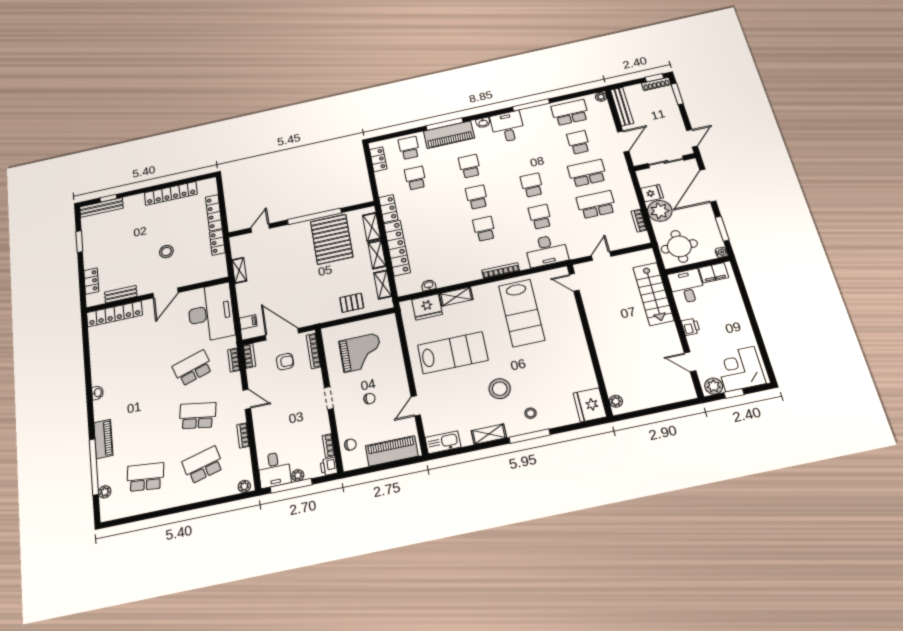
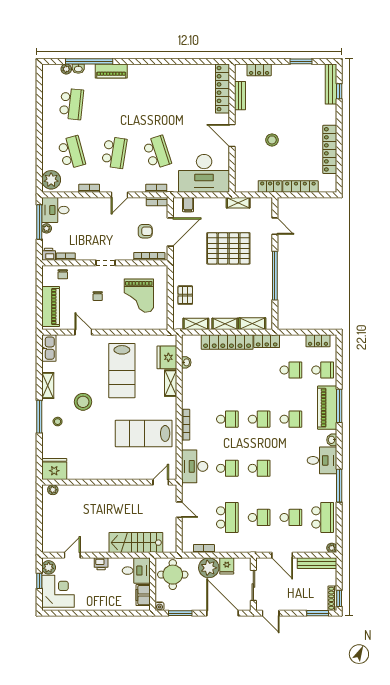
school desk: (587, 173) -> (259, 517), width x0.54
pallet: (332, 239) -> (228, 248), moved
armchair: (285, 362) -> (145, 231), turned -90
washbasin: (97, 393) -> (78, 69), moved
plant: (244, 486) -> (51, 180), width x1.87, depth x1.87

